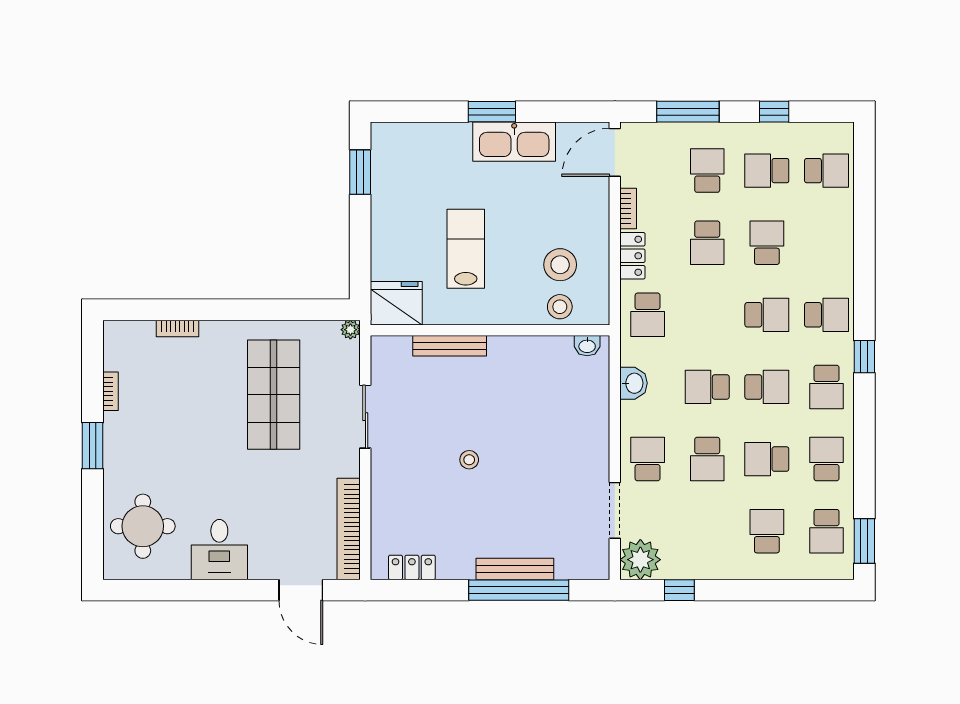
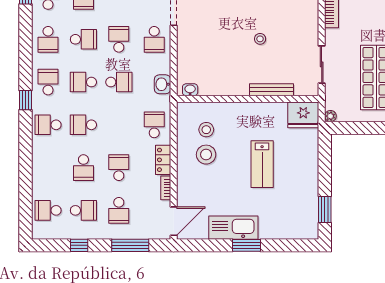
fridge: (396, 303) -> (303, 115), moved
wall: (490, 330) -> (248, 99), moved
bench: (450, 346) -> (272, 90), moved
washbasin: (587, 346) -> (190, 90), moved

